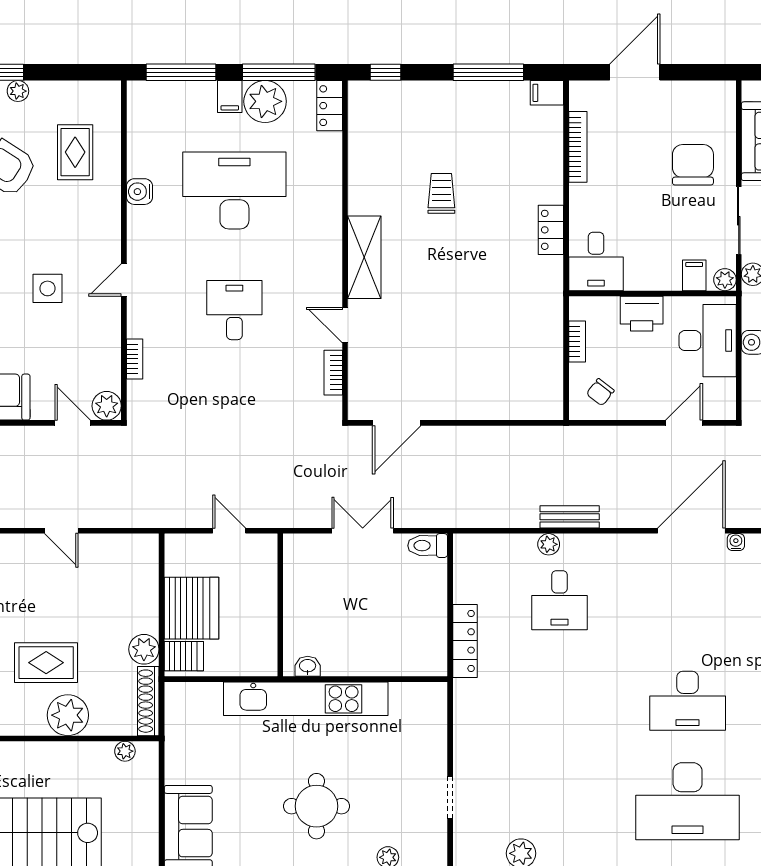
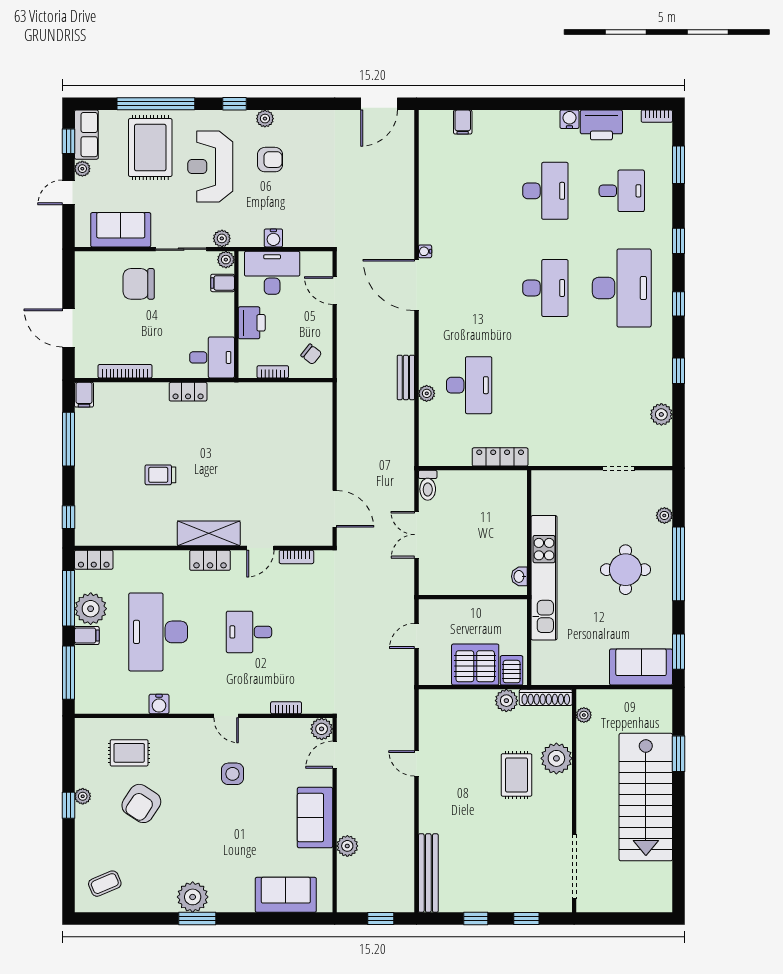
locker: (329, 259) -> (210, 560), added
door: (61, 531) -> (416, 763), swing flipped
desk: (559, 600) -> (469, 385), width x1.37

